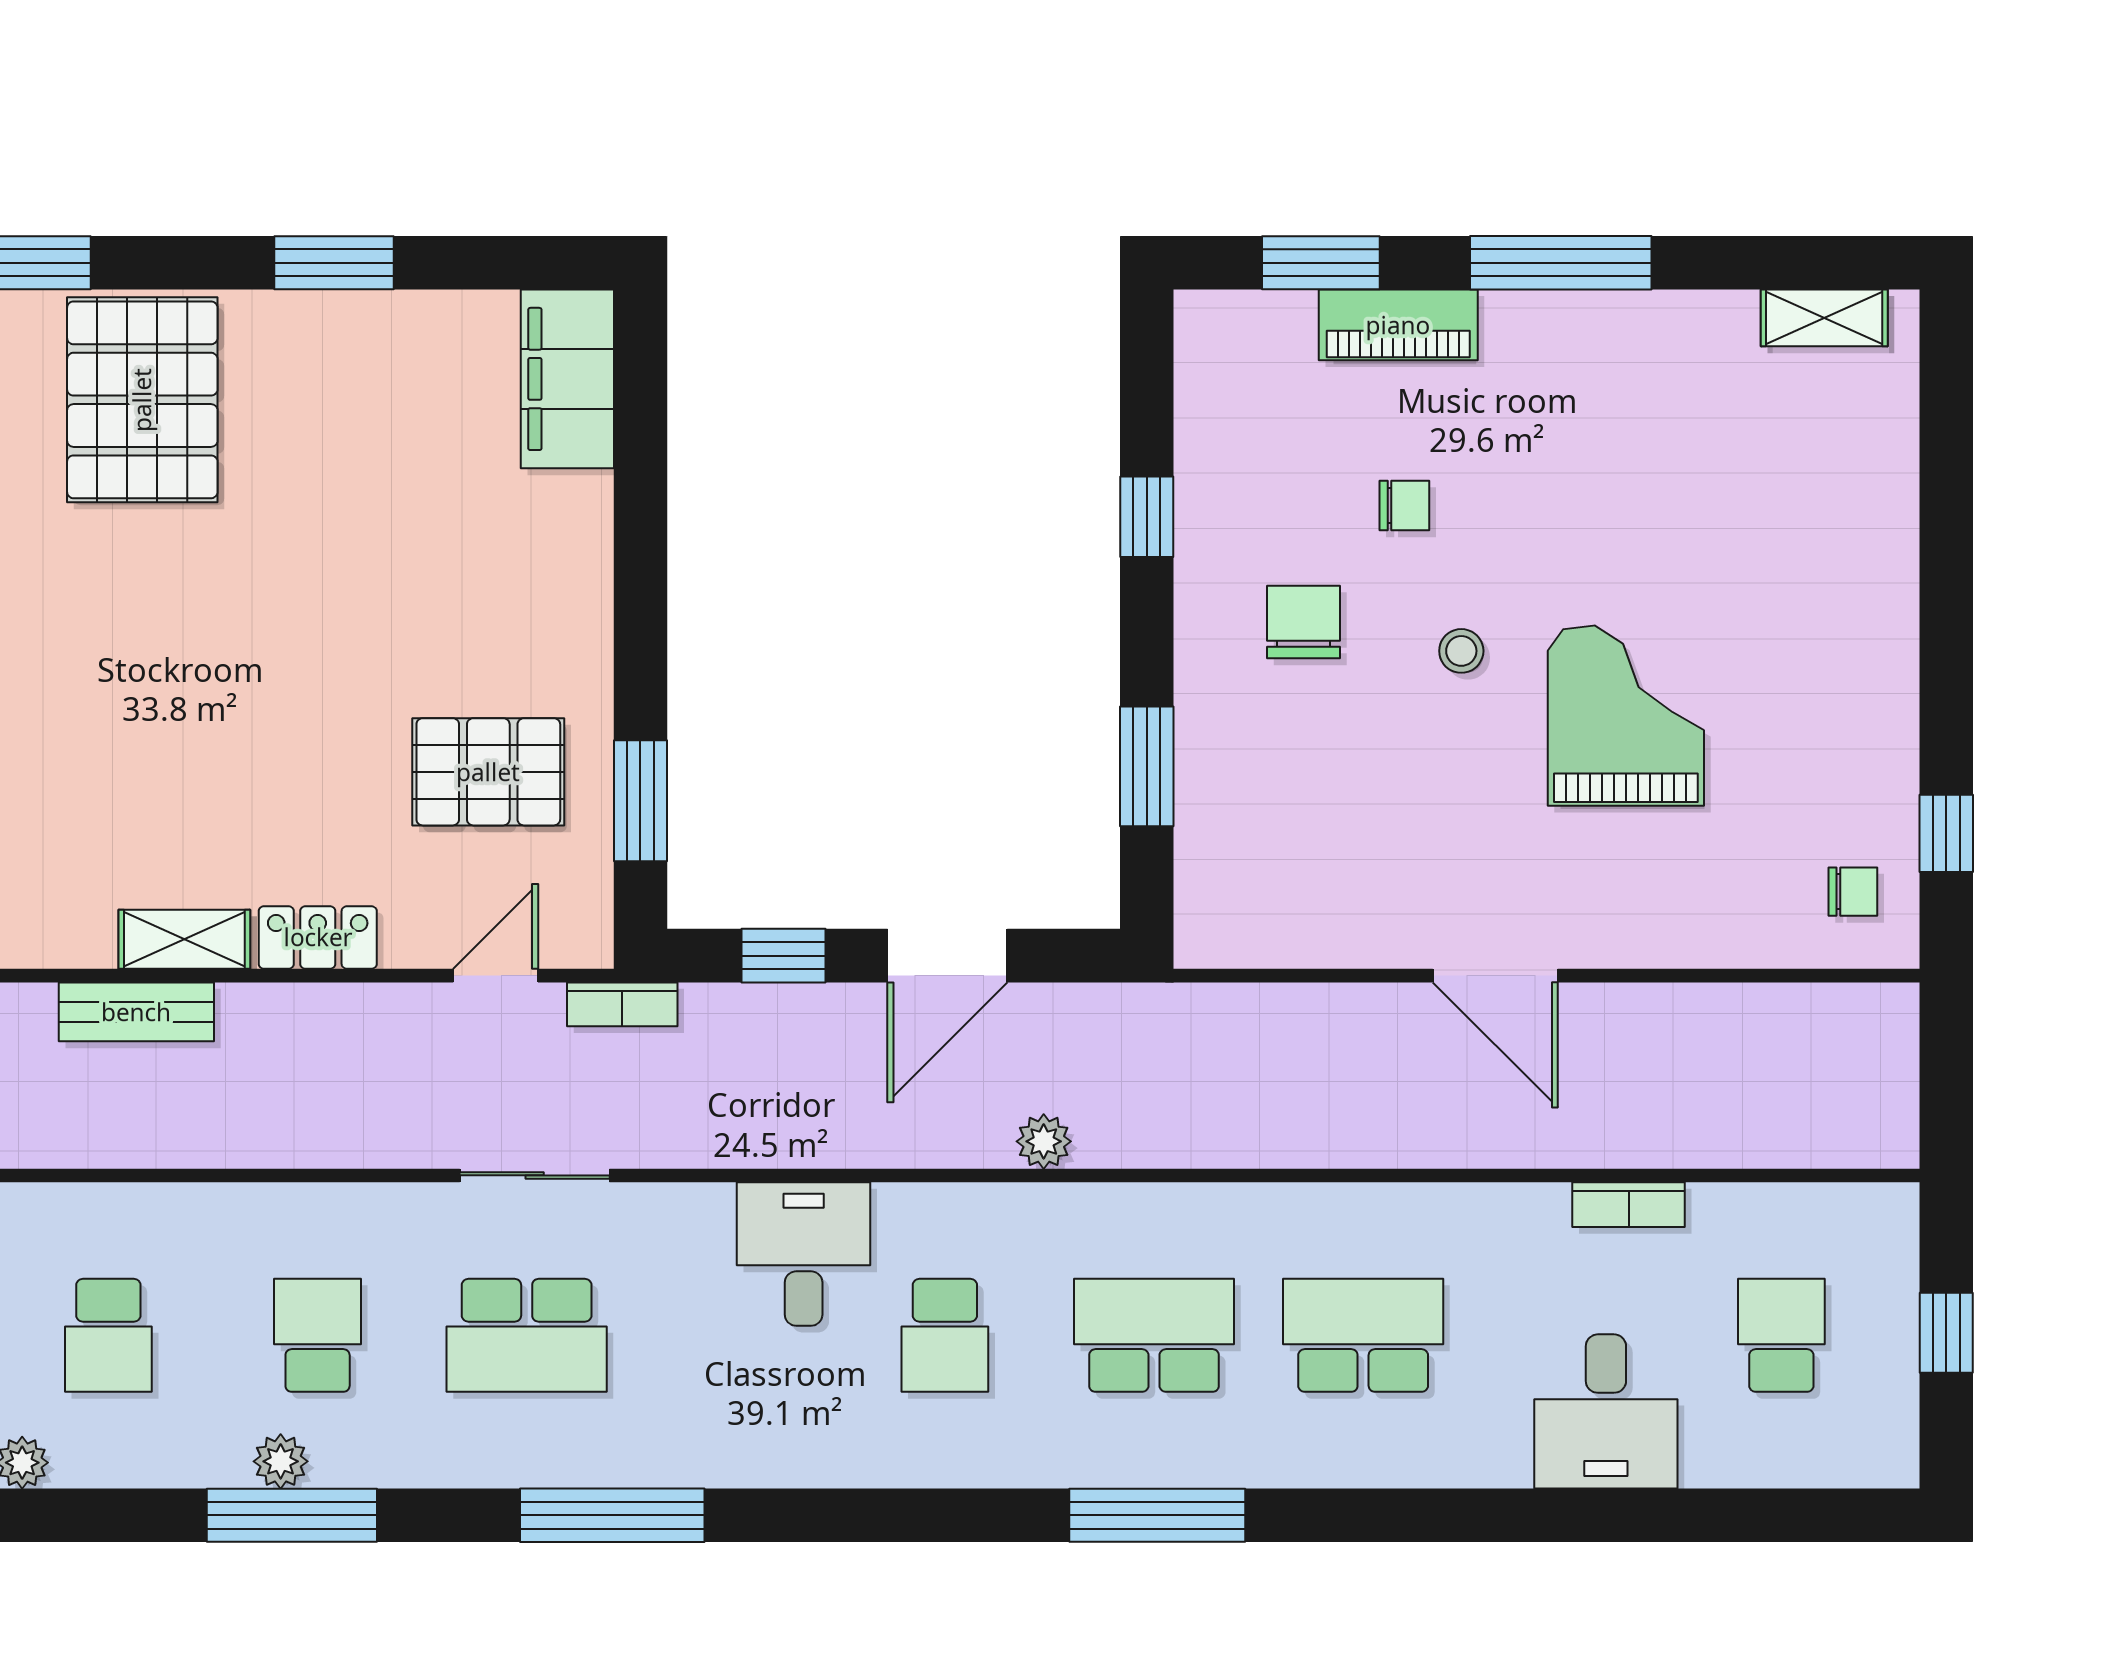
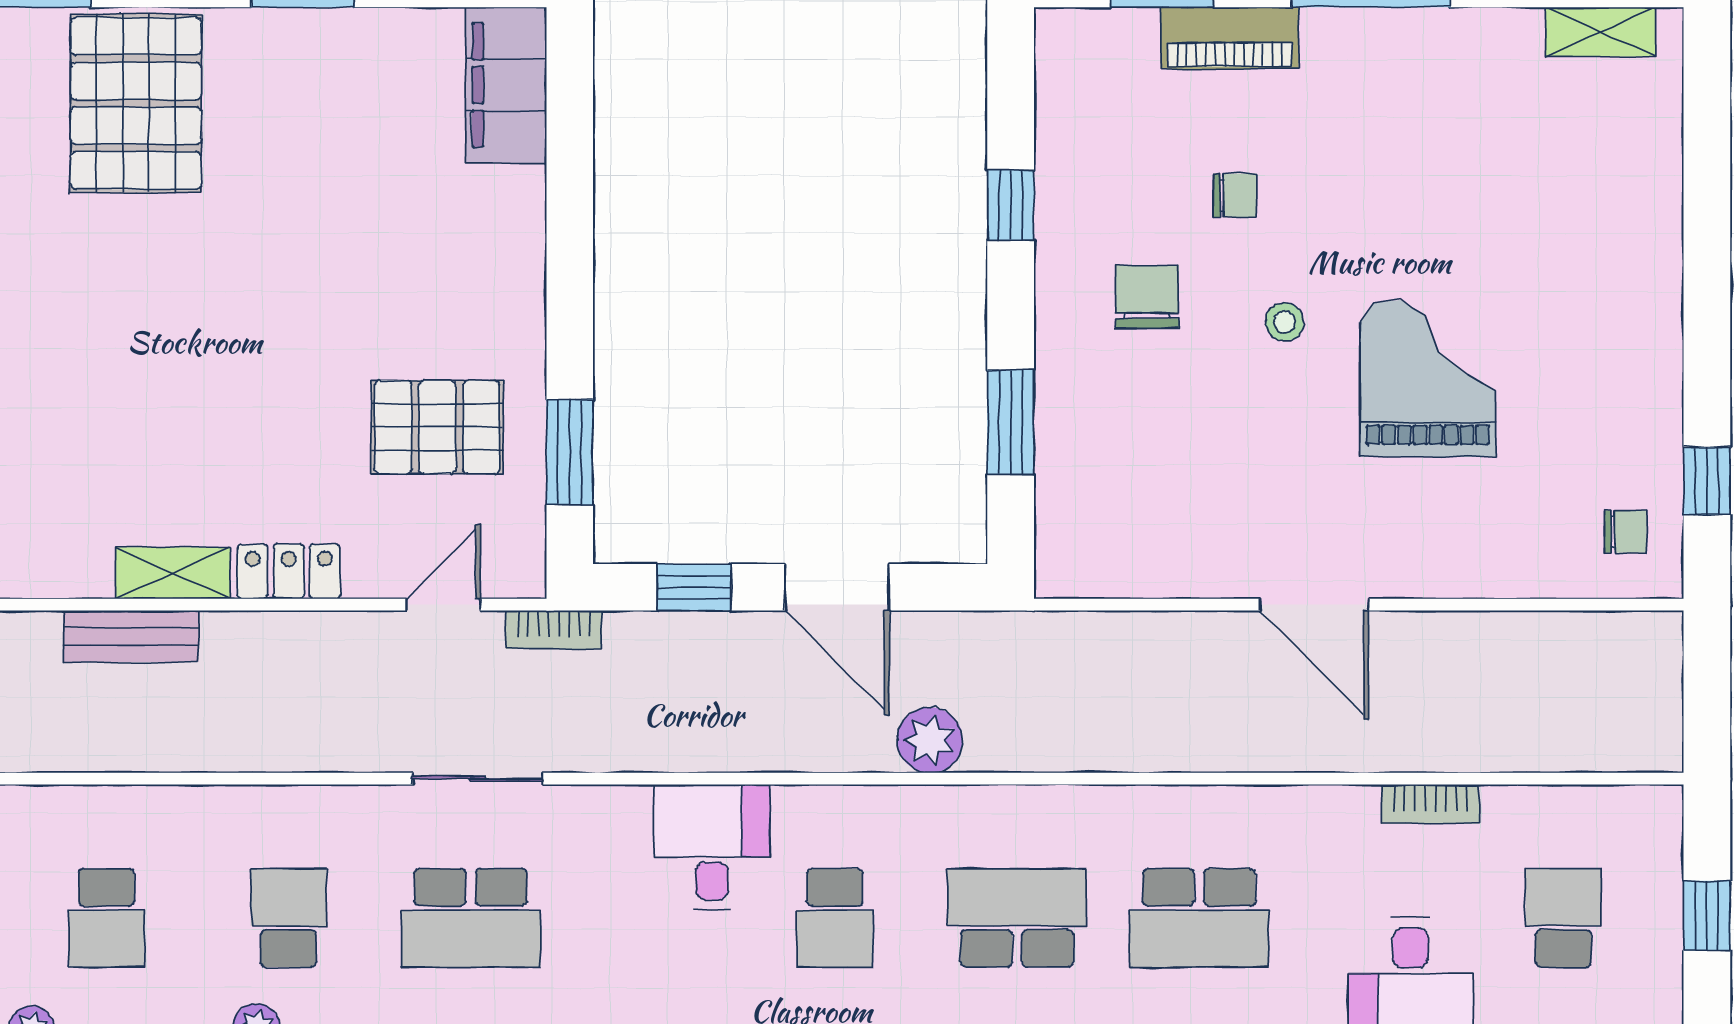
door: (947, 956) -> (837, 587), hinge flipped
plant: (1044, 1141) -> (930, 740), width x1.38, depth x1.38
school desk: (1363, 1335) -> (1199, 918), turned 180

